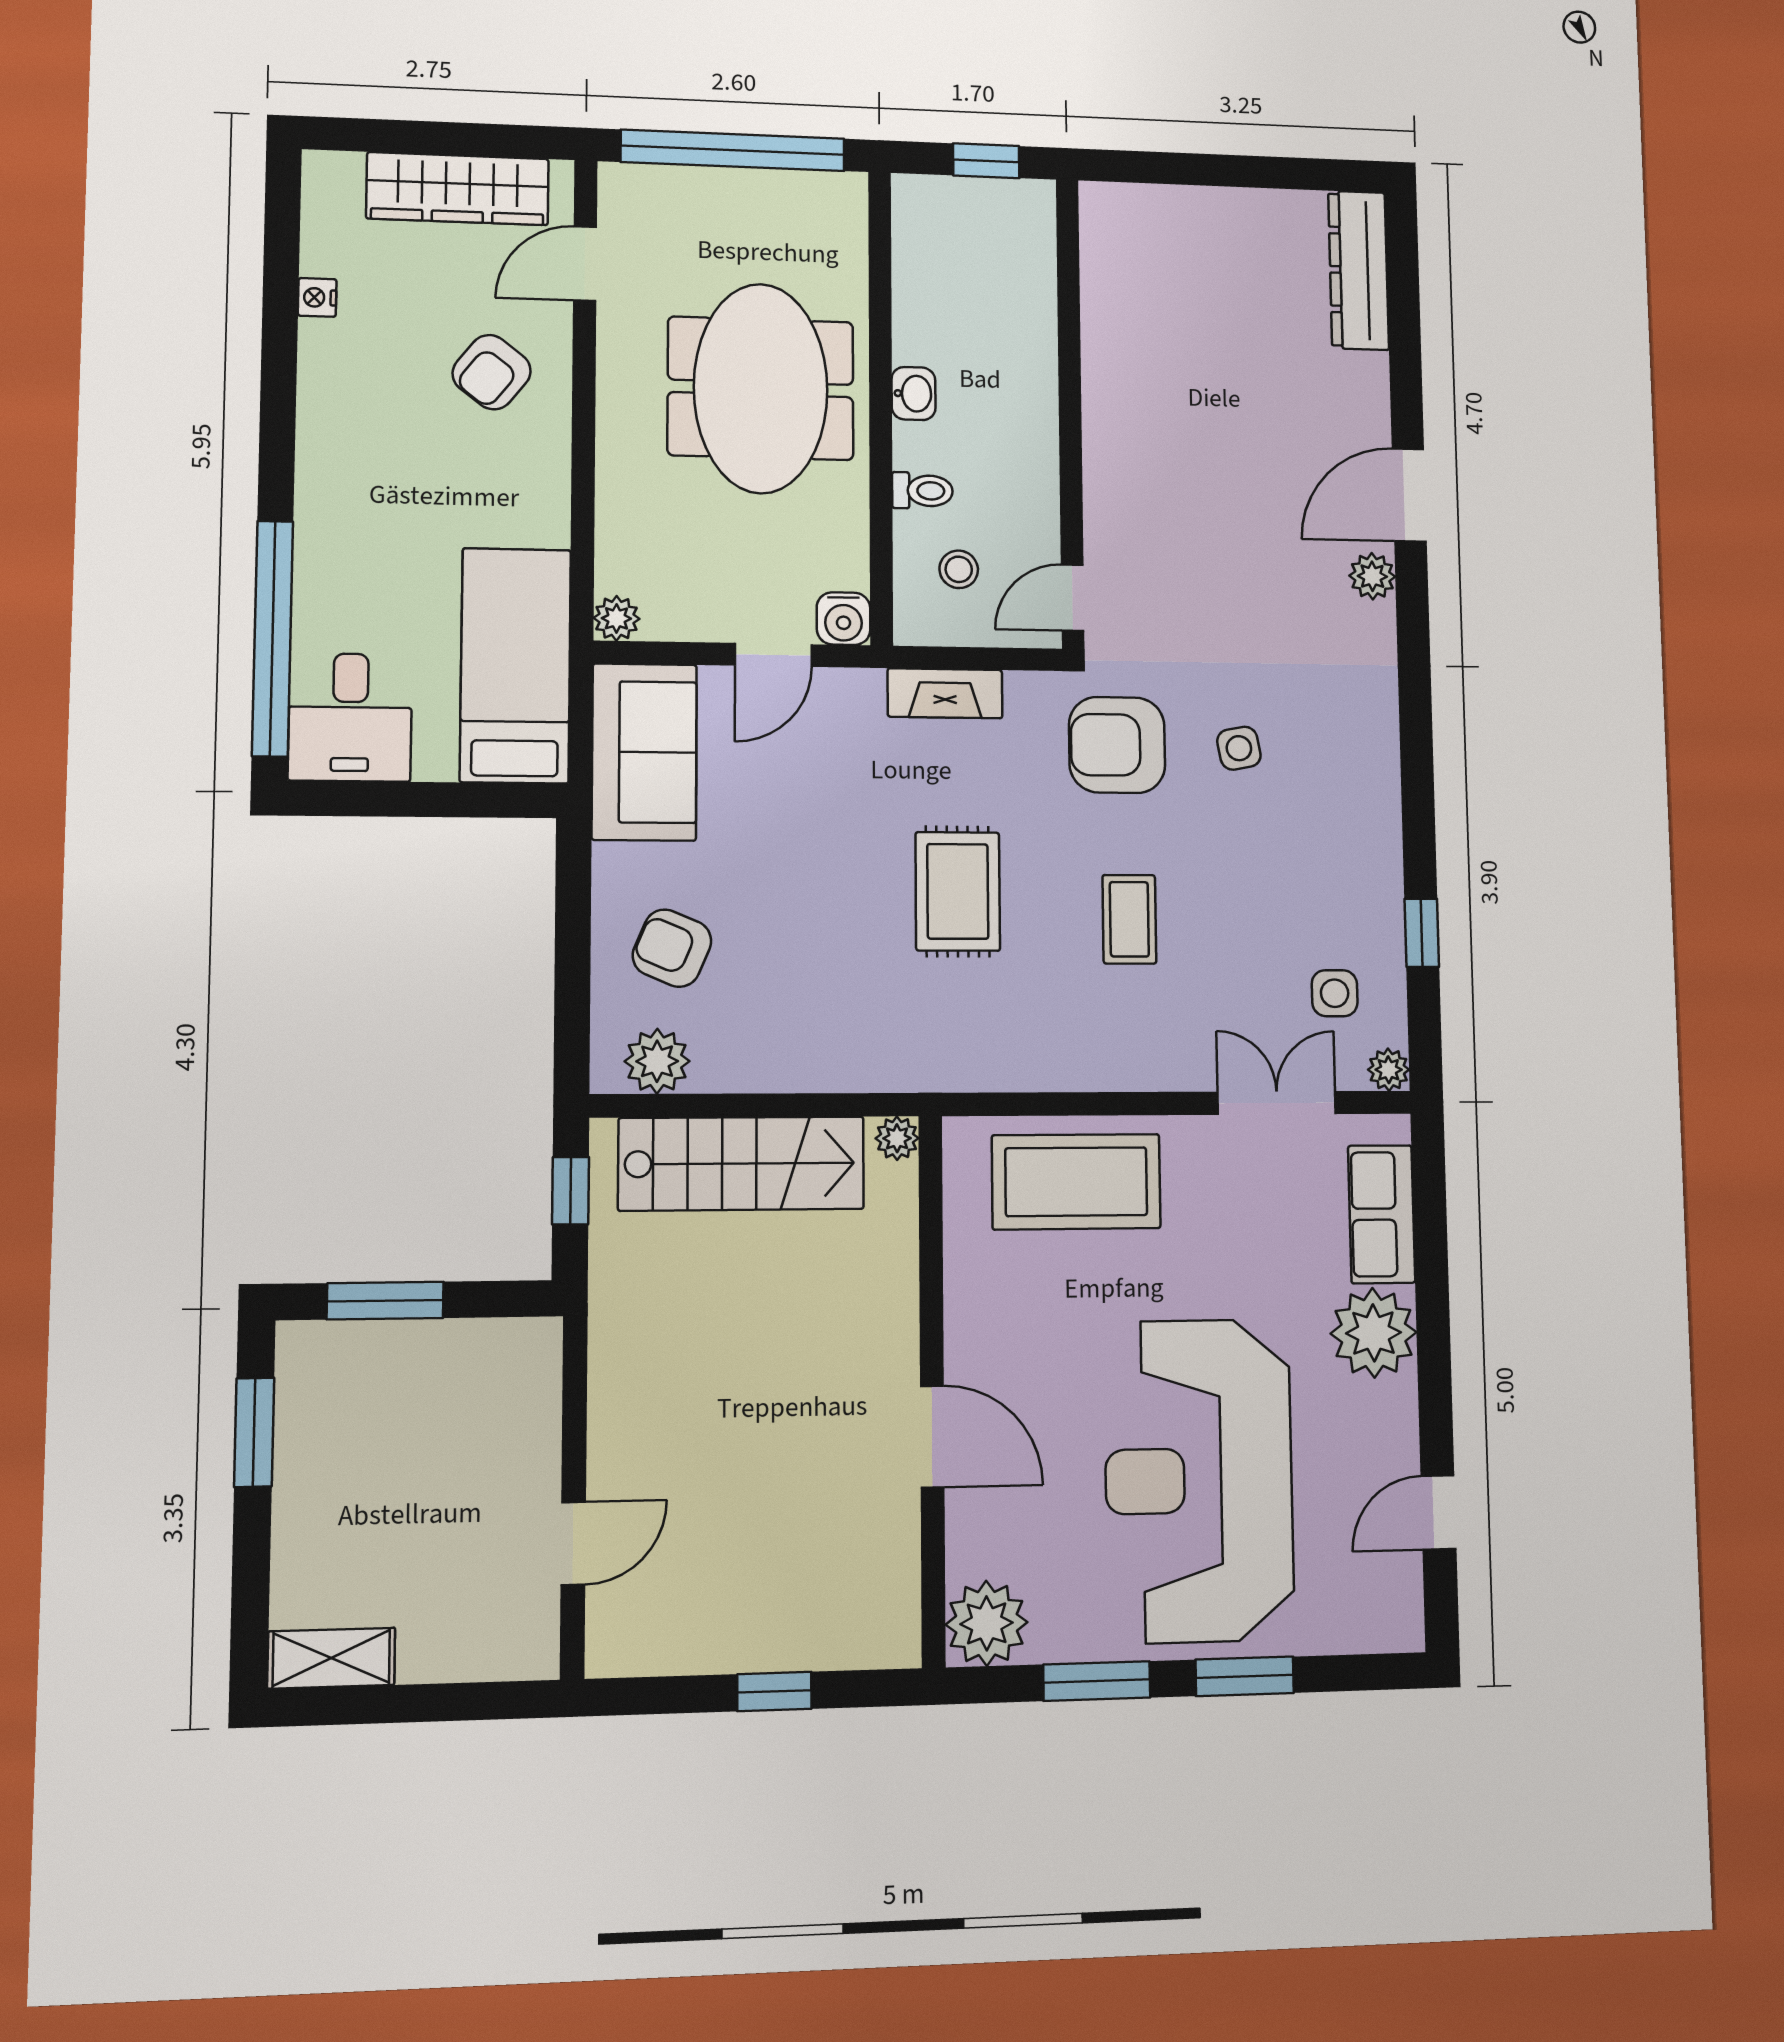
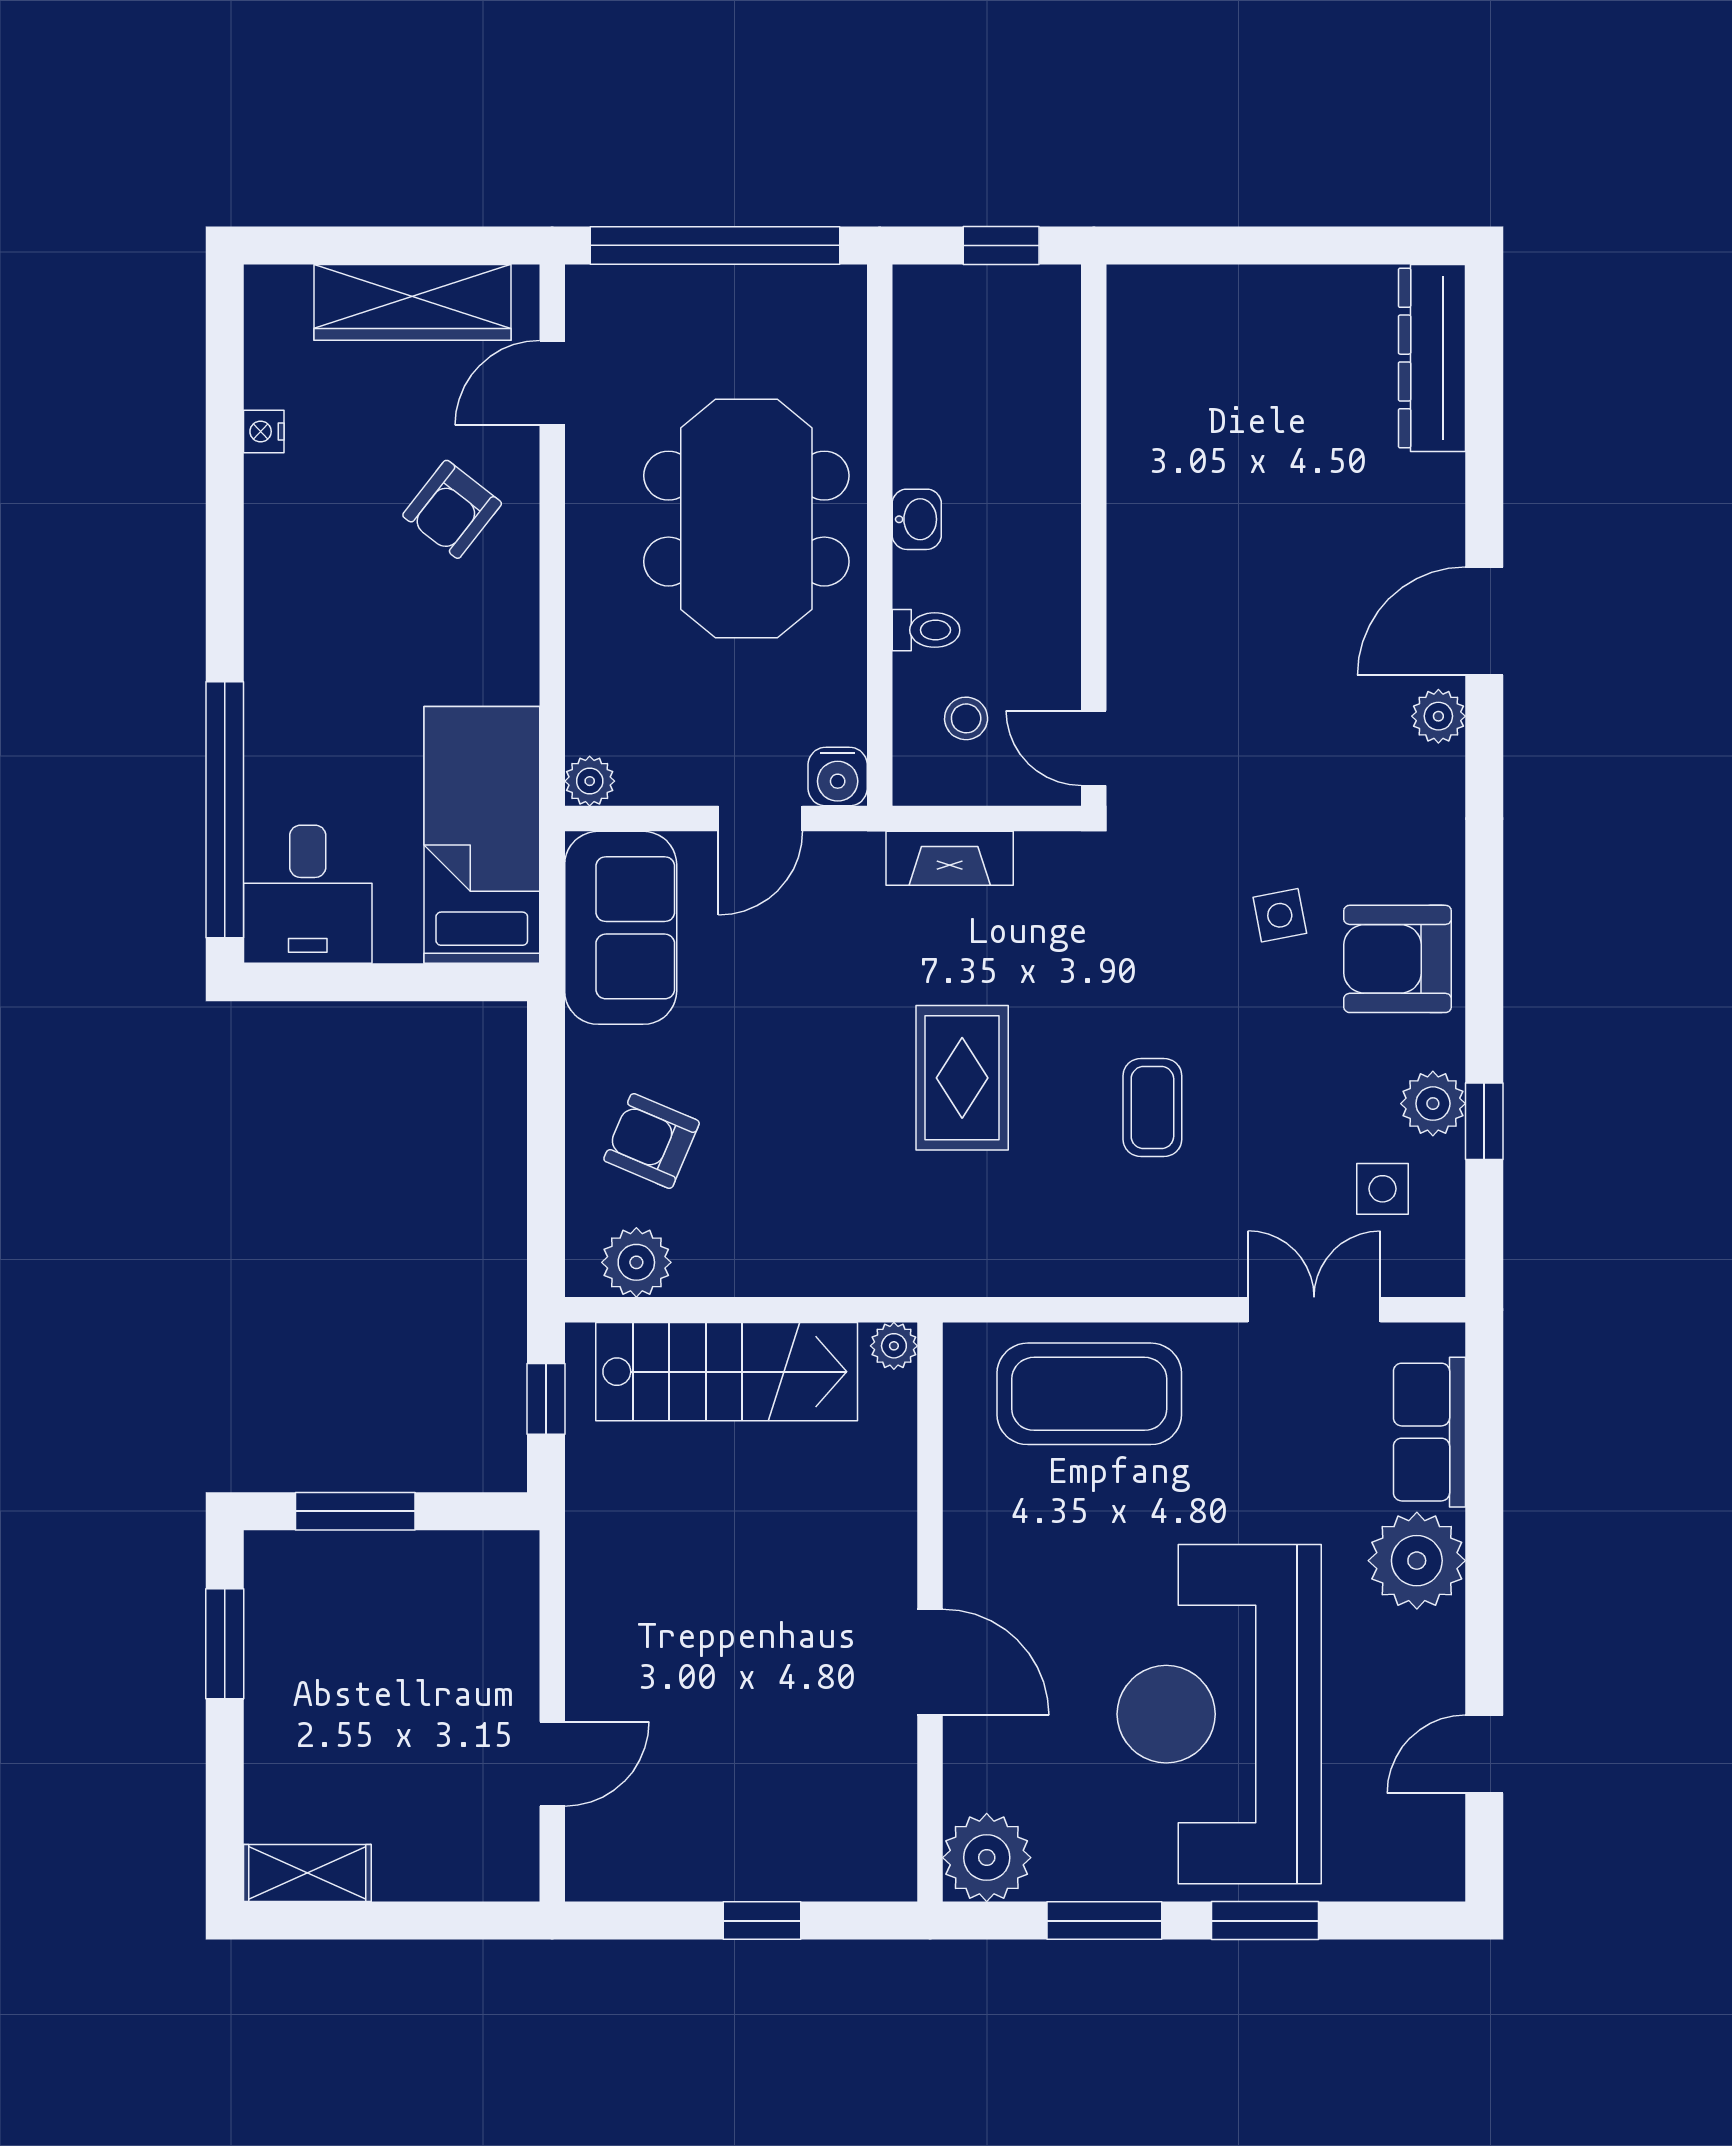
door: (1073, 598) -> (1094, 748), hinge flipped
armchair: (1117, 745) -> (1398, 959), moved
plant: (1389, 1070) -> (1433, 1104), moved, width x1.38, depth x1.38

